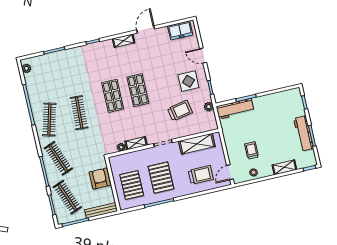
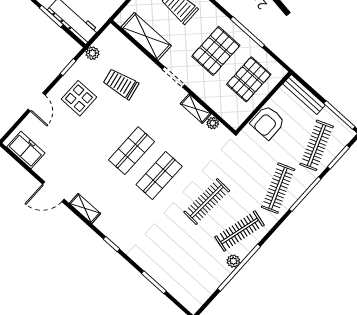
plant: (26, 68) -> (233, 261), moved

